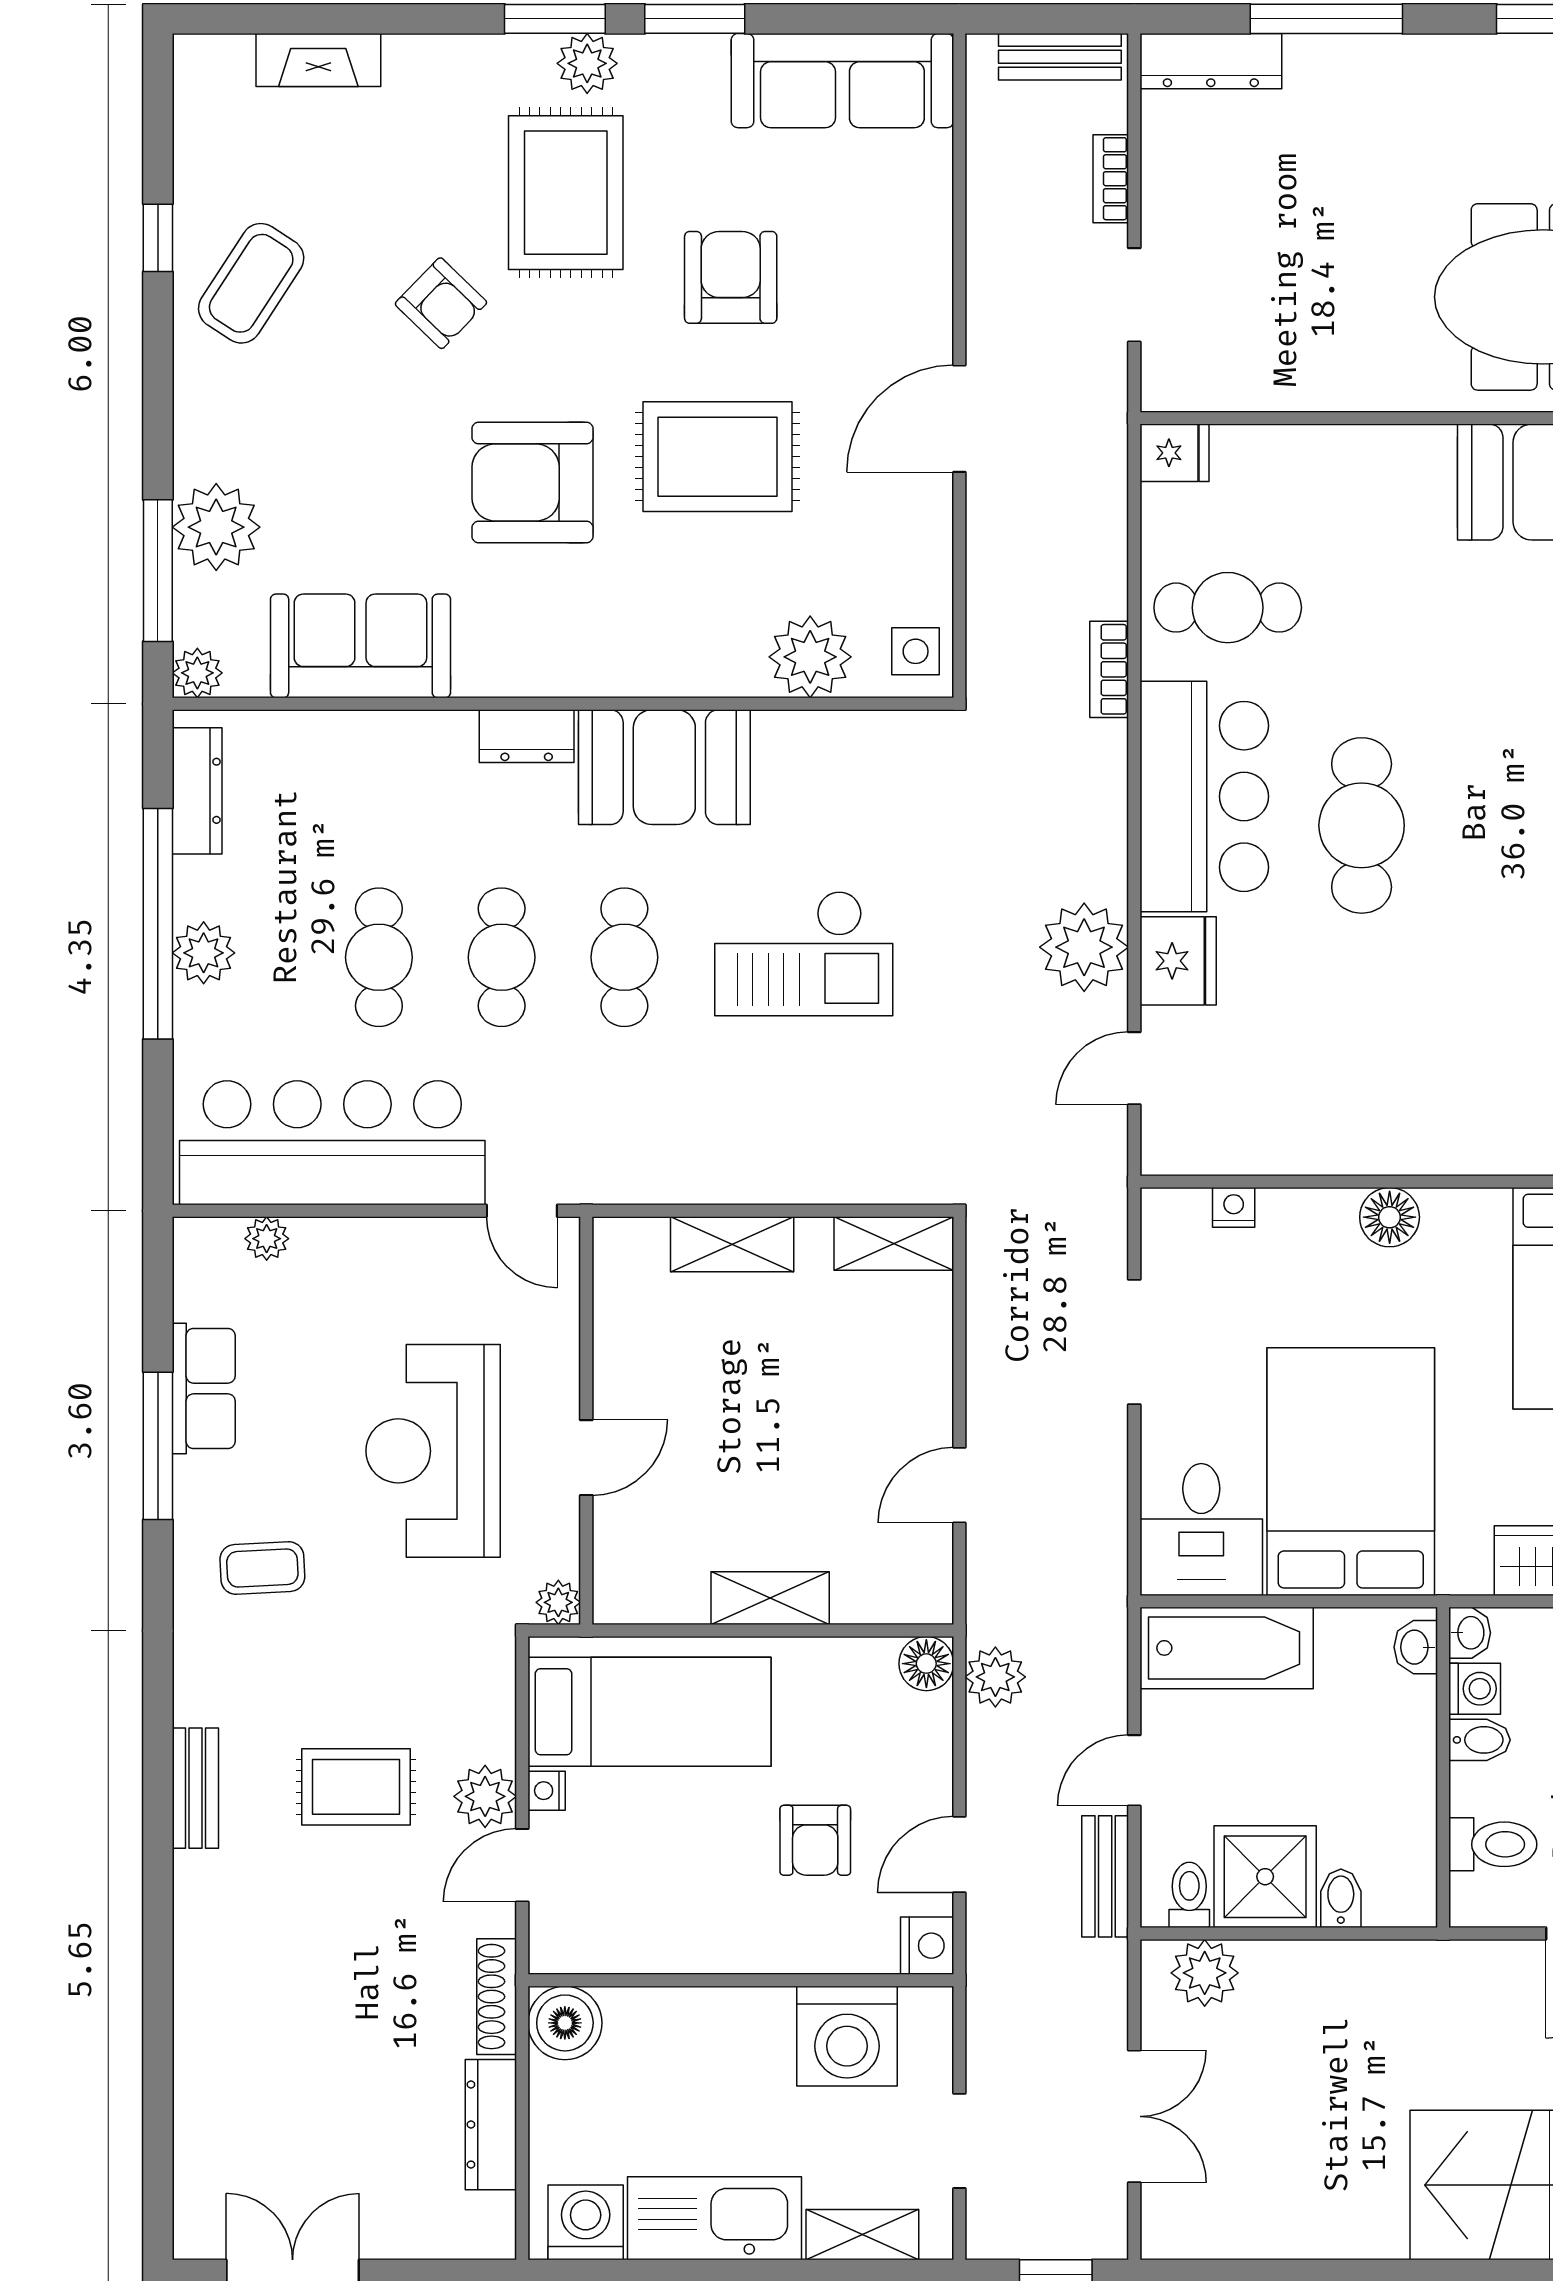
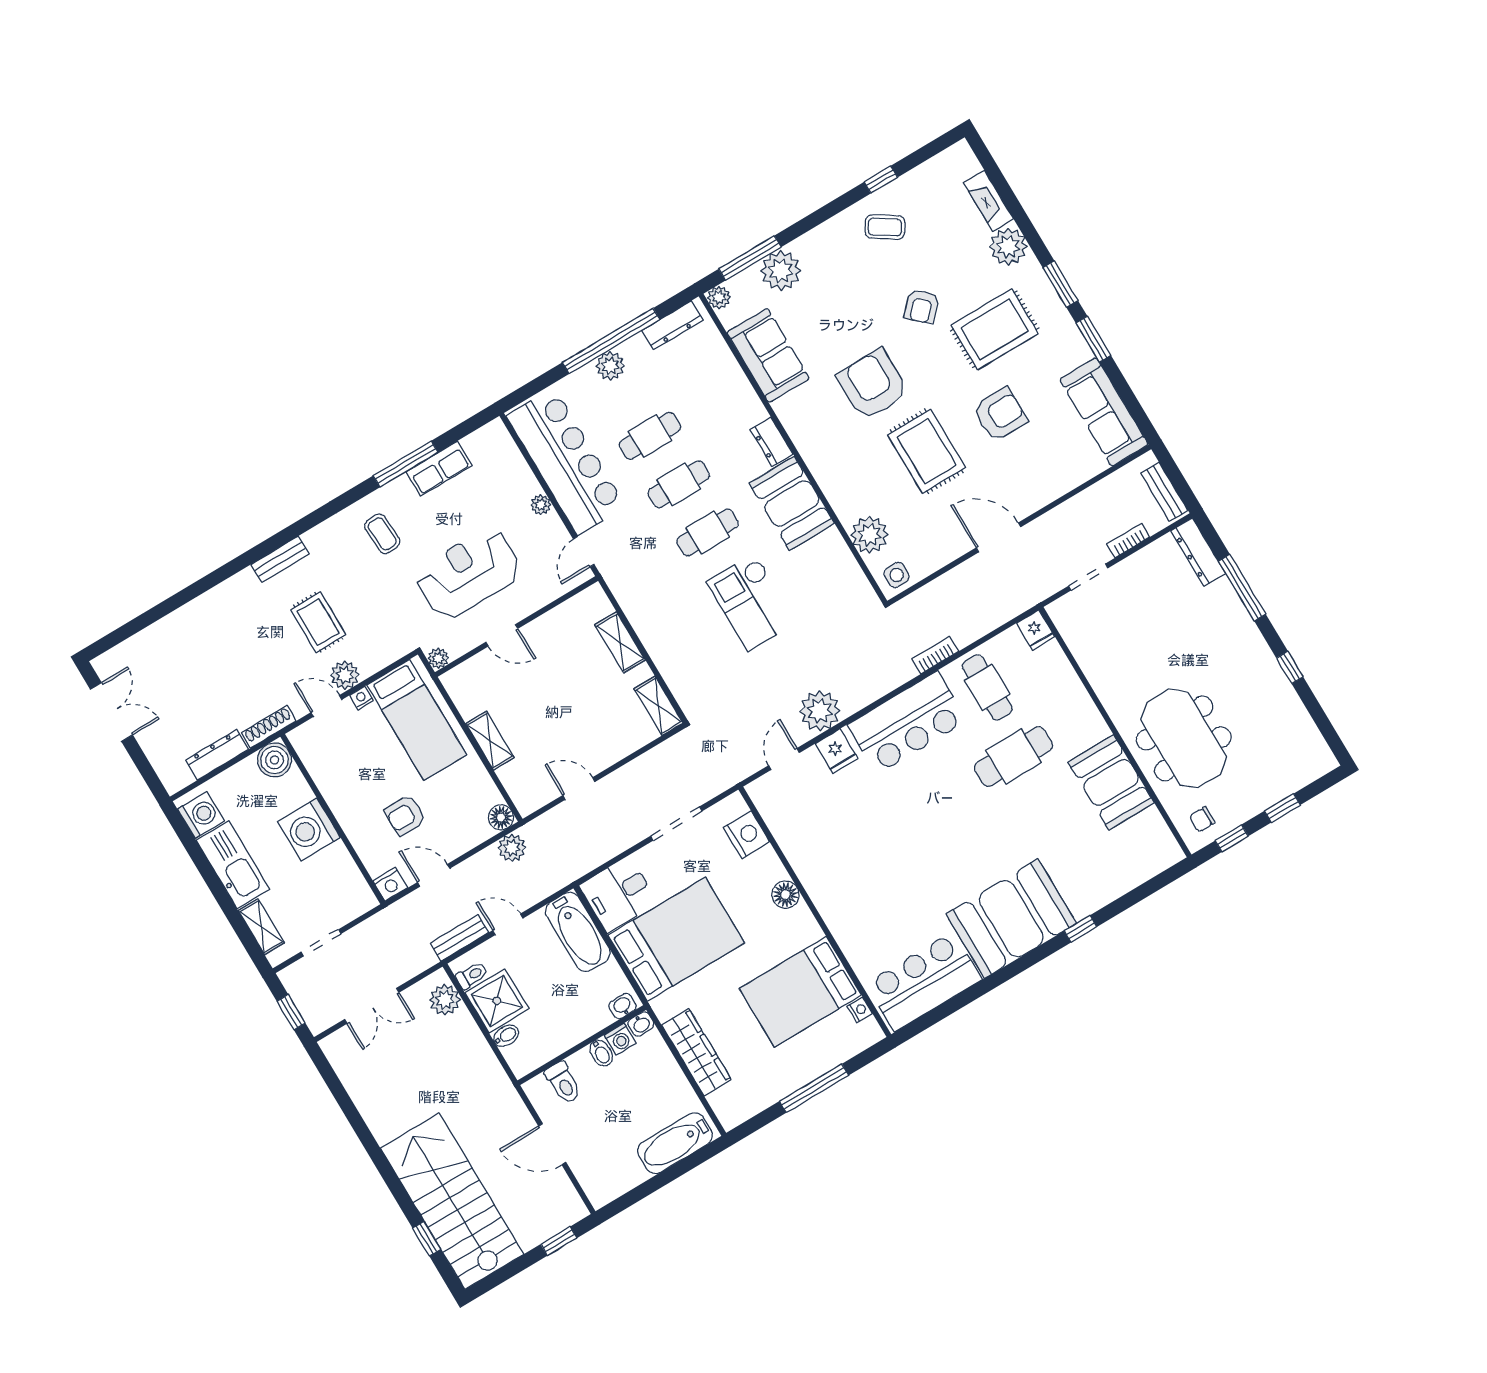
plant: (587, 63) -> (1008, 247), moved, width x1.36, depth x1.36
coffee table: (251, 283) -> (885, 227), width x0.73, depth x0.77
cafe table: (1362, 825) -> (1013, 757), moved
fridge: (1178, 961) -> (837, 751), width x0.72
door: (1134, 1068) -> (784, 759), hinge flipped
nightstand: (1234, 1207) -> (746, 835), width x1.89, depth x1.79
plant: (267, 1239) -> (541, 505), moved
washing machine: (847, 2036) -> (309, 829), moved

